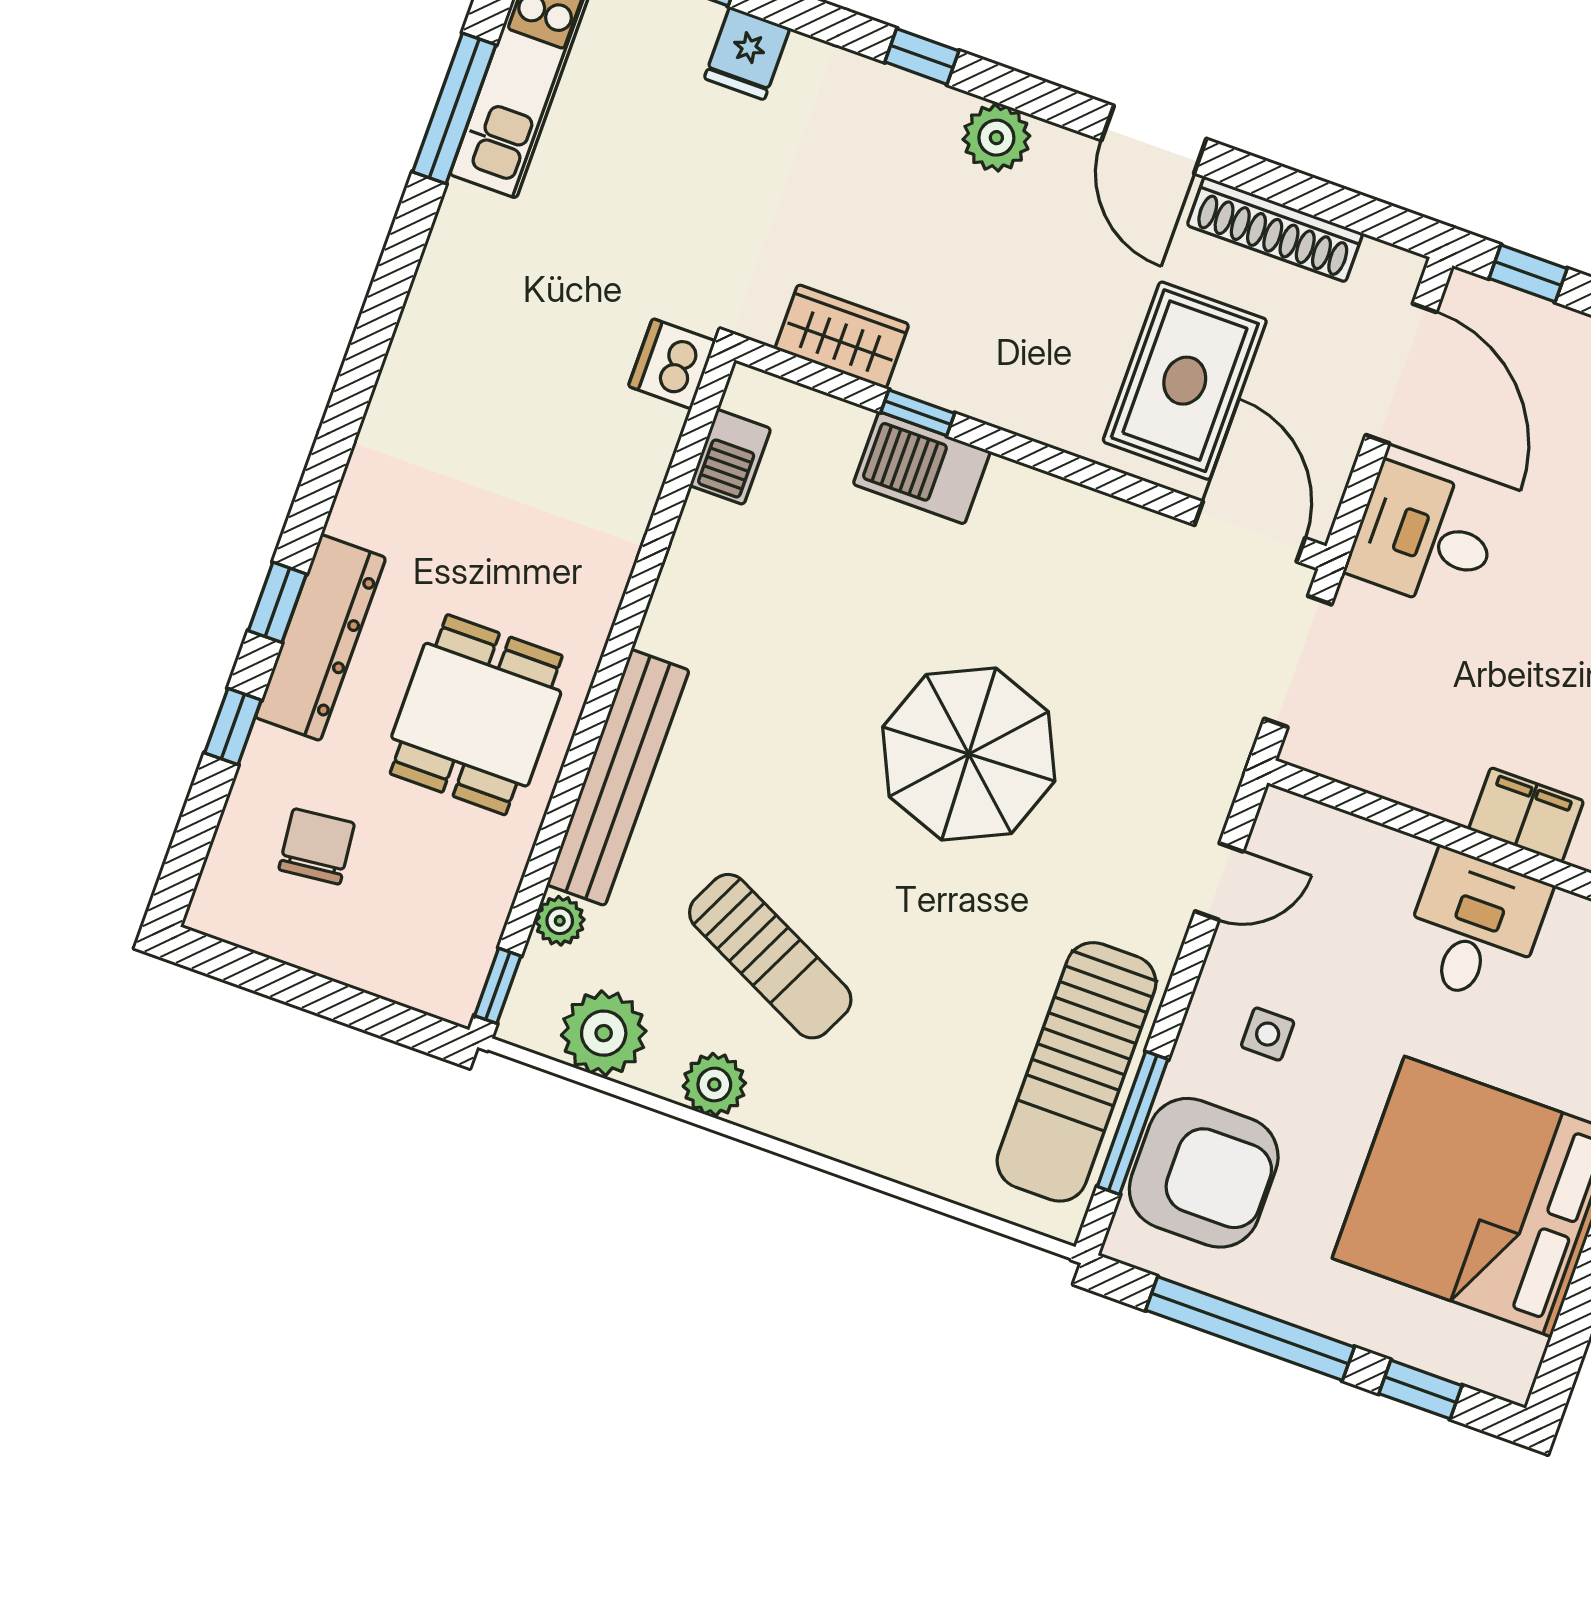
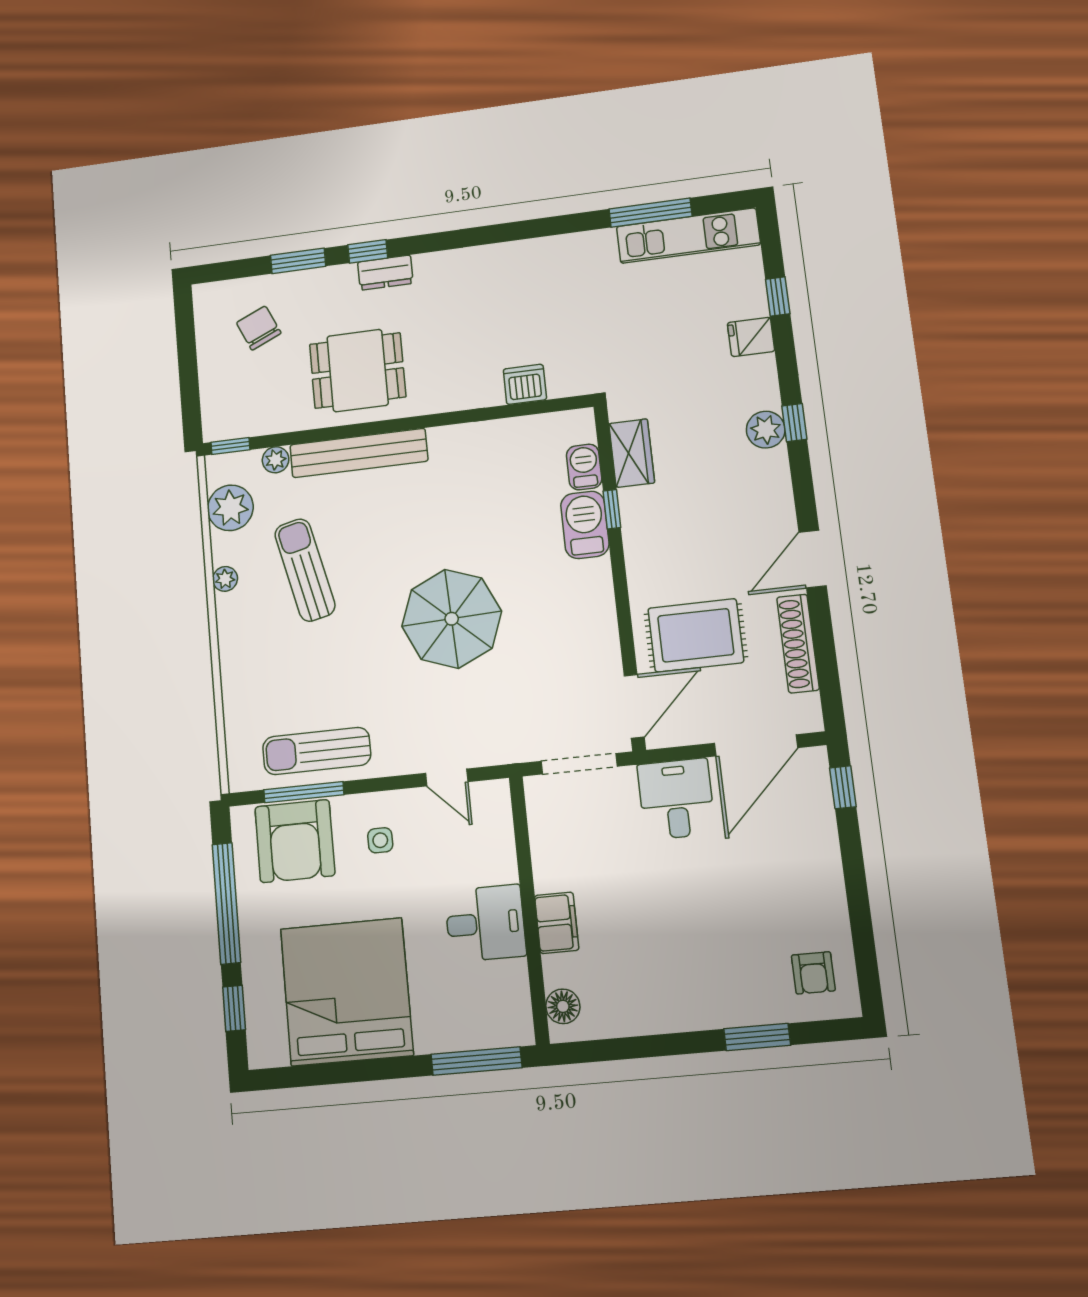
plant: (996, 138) -> (766, 430), moved
dishwasher: (672, 364) -> (525, 384), moved
barbecue: (730, 457) -> (584, 467), moved, turned 90
dresser: (321, 638) -> (385, 273), width x0.51, depth x0.80
window: (233, 727) -> (298, 261), width x1.50
chair: (317, 846) -> (259, 328), turned -108
sun lounger: (770, 956) -> (305, 570), turned 141
sun lounger: (1077, 1072) -> (317, 751), width x0.73, depth x0.75
plant: (714, 1085) -> (225, 579), width x0.73, depth x0.73

